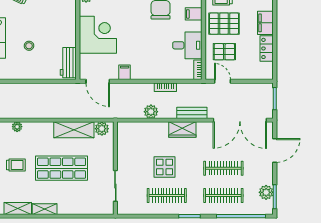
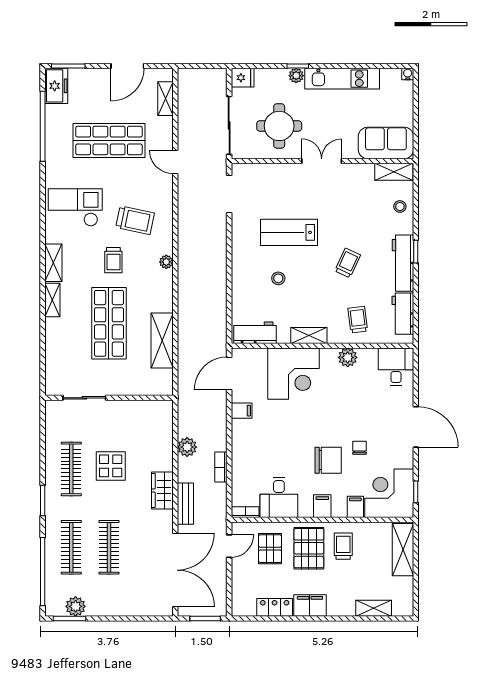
shelving: (70, 24) -> (309, 336), added
double door: (240, 120) -> (175, 570), swing flipped
plant: (102, 129) -> (164, 379), removed
door: (275, 150) -> (134, 618), removed

